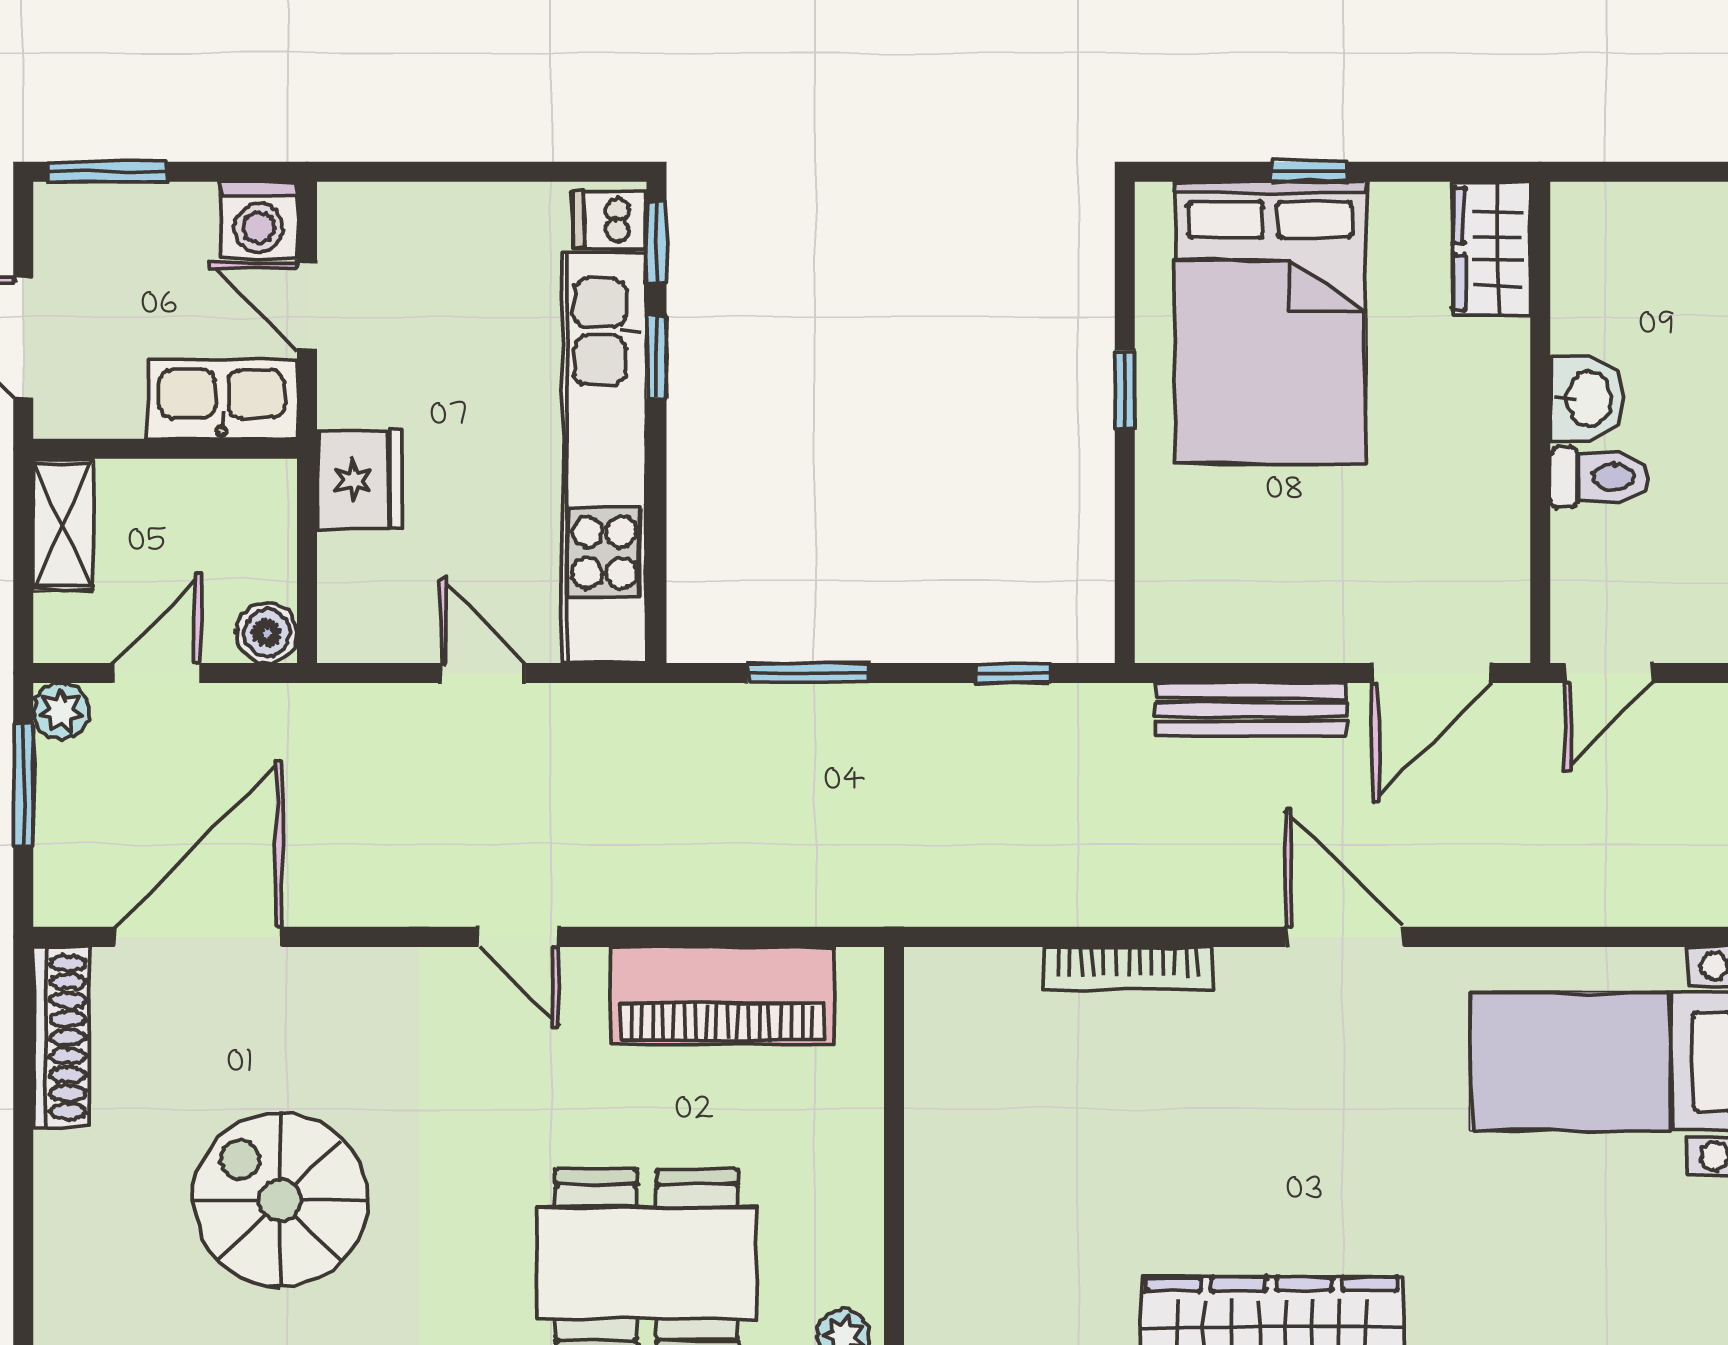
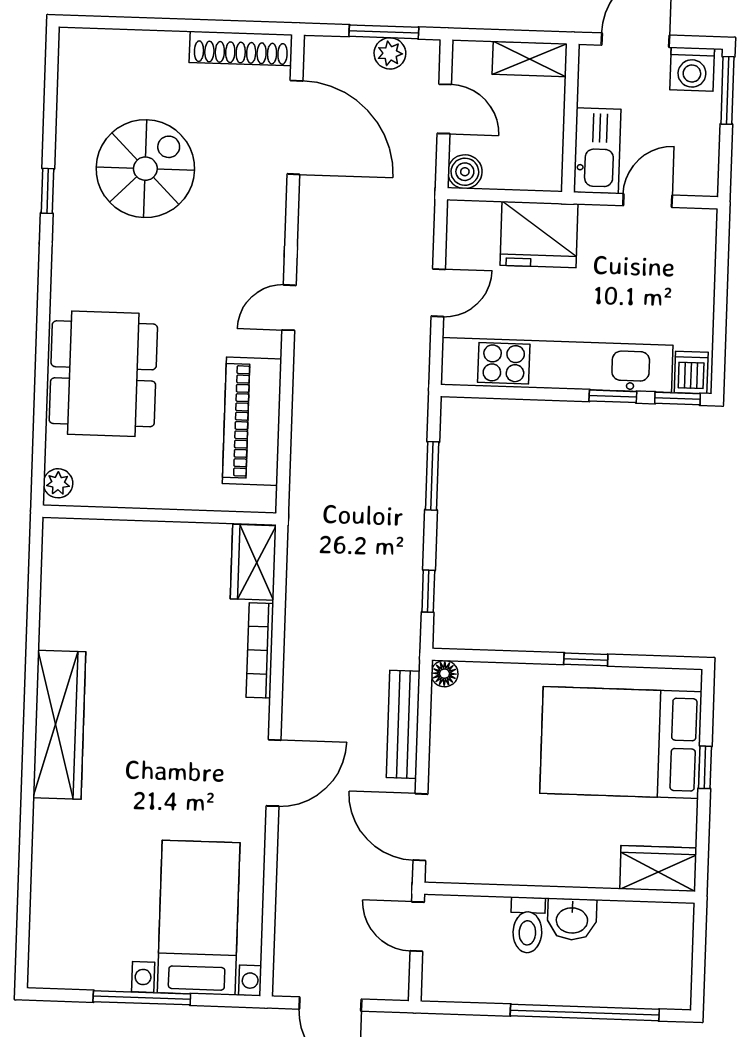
washing machine: (259, 220) -> (692, 69), moved, turned -90
fridge: (359, 480) -> (539, 235), width x1.36, depth x1.34
floor lamp: (1158, 639) -> (444, 674), added
plant: (61, 711) -> (390, 53), moved
wardrobe: (972, 985) -> (253, 562), added

